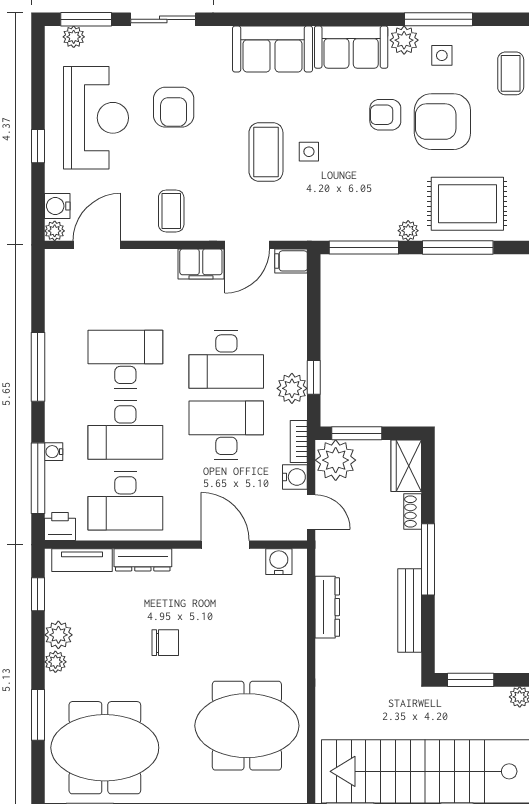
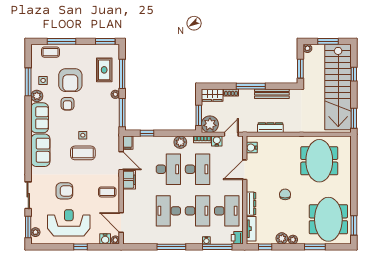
rug: (467, 204) -> (104, 70), width x0.73, depth x0.70
window: (314, 377) -> (147, 133), moved
desk: (226, 430) -> (198, 169), turned 180

